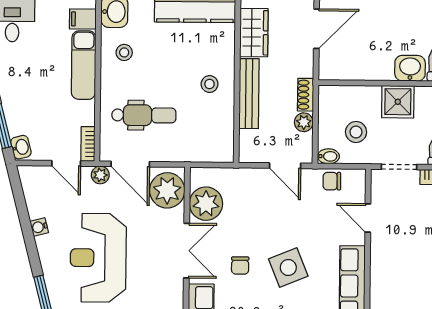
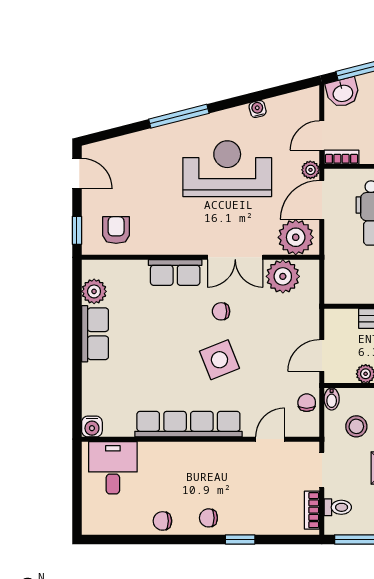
washbasin: (21, 147) -> (343, 93), width x1.38, depth x1.45

